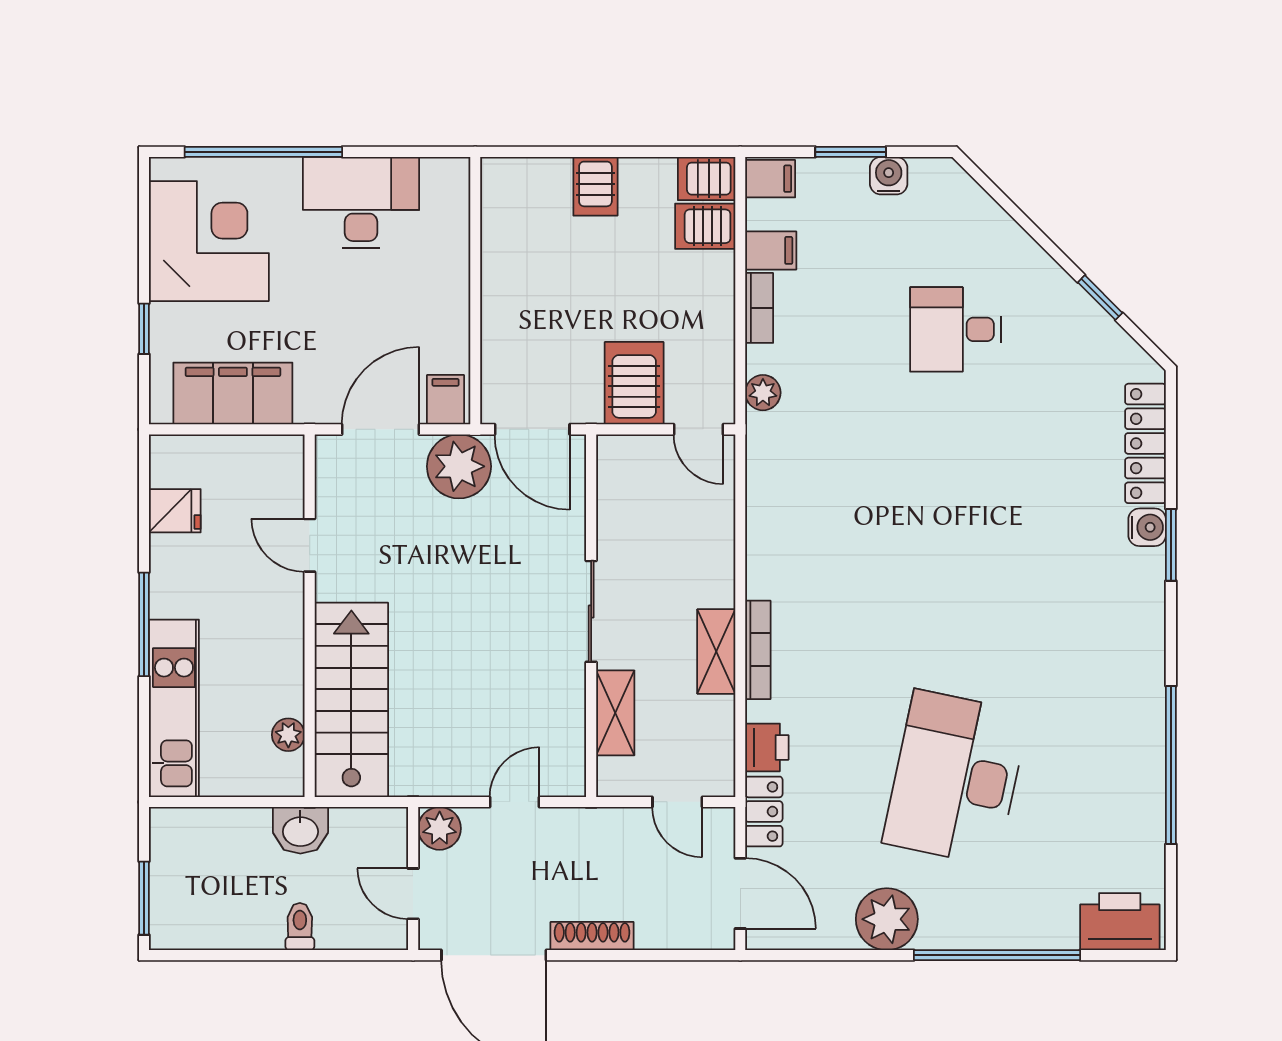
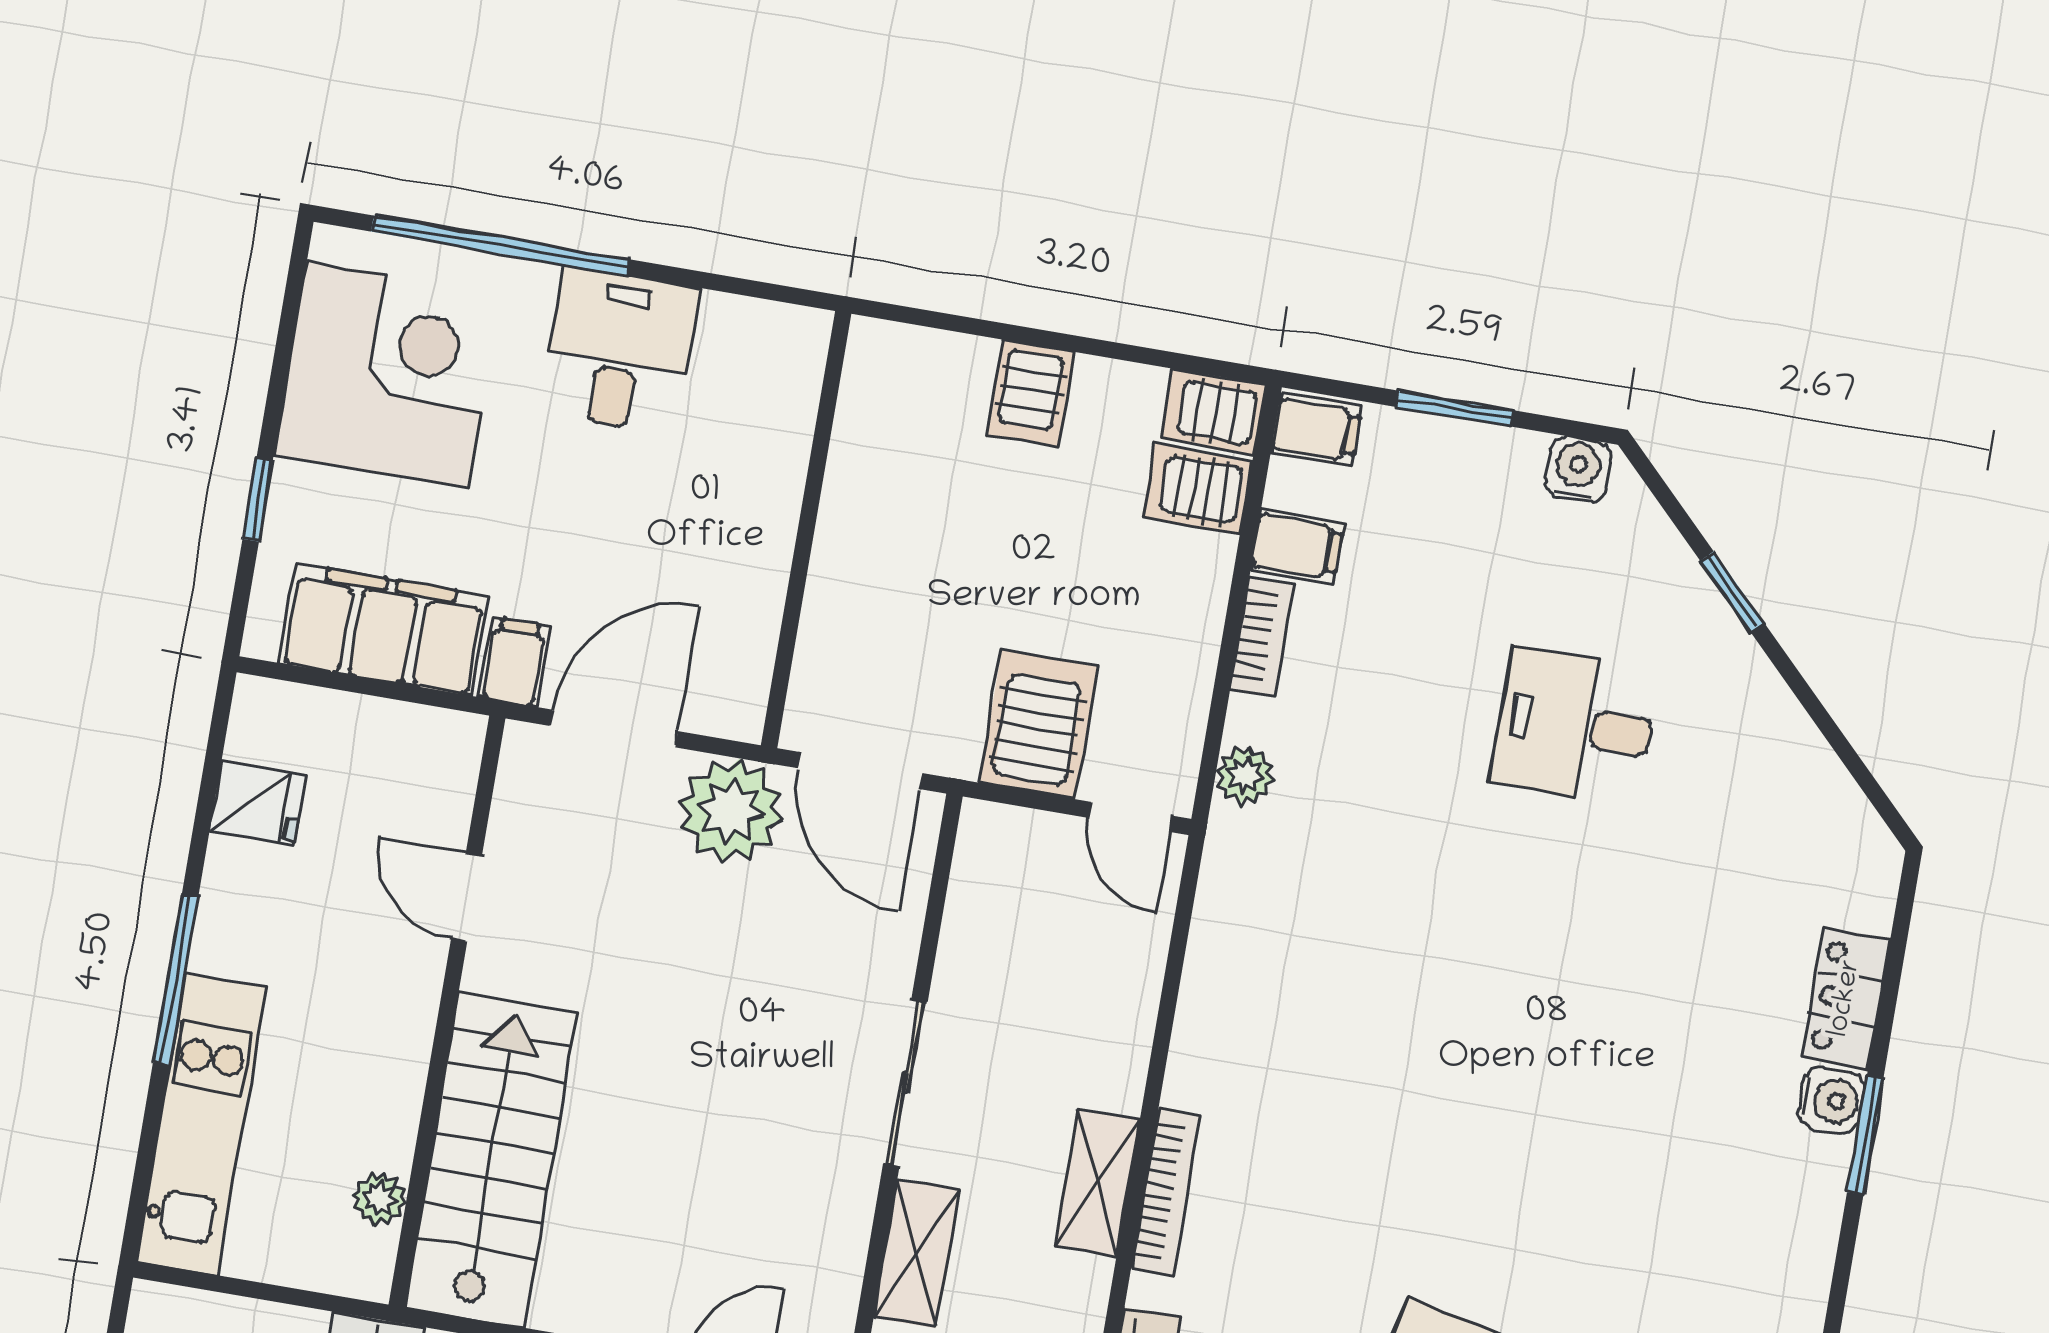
water cooler: (889, 176) -> (1578, 469), moved
desk: (361, 203) -> (619, 351), width x0.73
window: (1100, 298) -> (1732, 592), moved
filing cabinet: (445, 400) -> (515, 662), moved
locker: (1146, 443) -> (1846, 998), width x0.66

